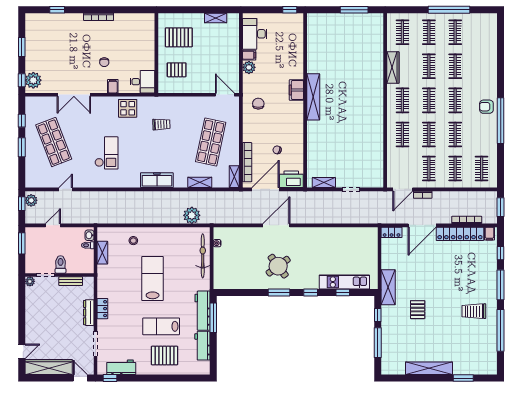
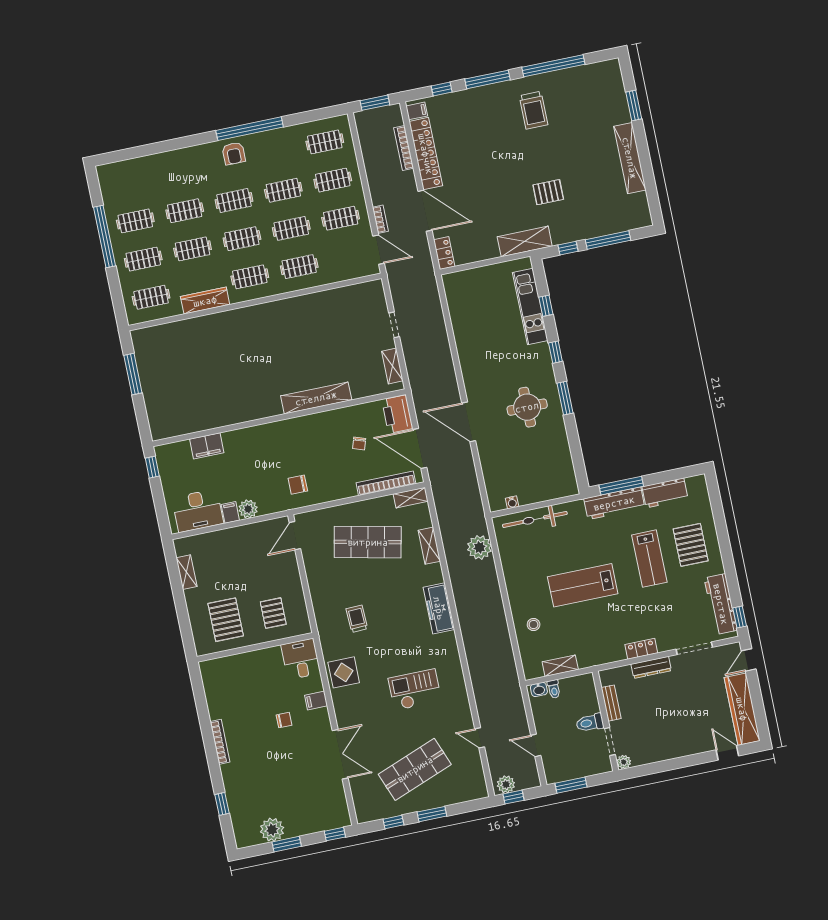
plant: (33, 80) -> (272, 830), moved
filing cabinet: (296, 90) -> (207, 446), moved
shelving: (313, 97) -> (316, 398), moved
round table: (278, 266) -> (527, 407), turned 37
workbench: (121, 367) -> (721, 604), width x1.38

